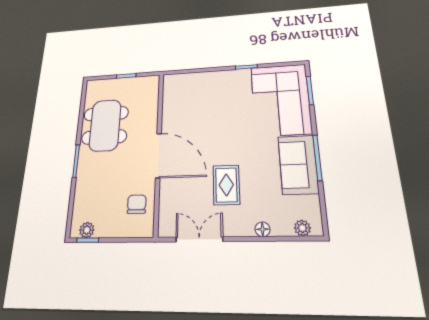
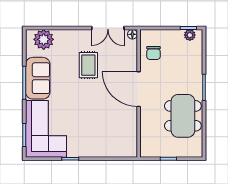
plant: (302, 228) -> (44, 39), width x1.87, depth x1.87
floor lamp: (263, 229) -> (132, 34), moved

